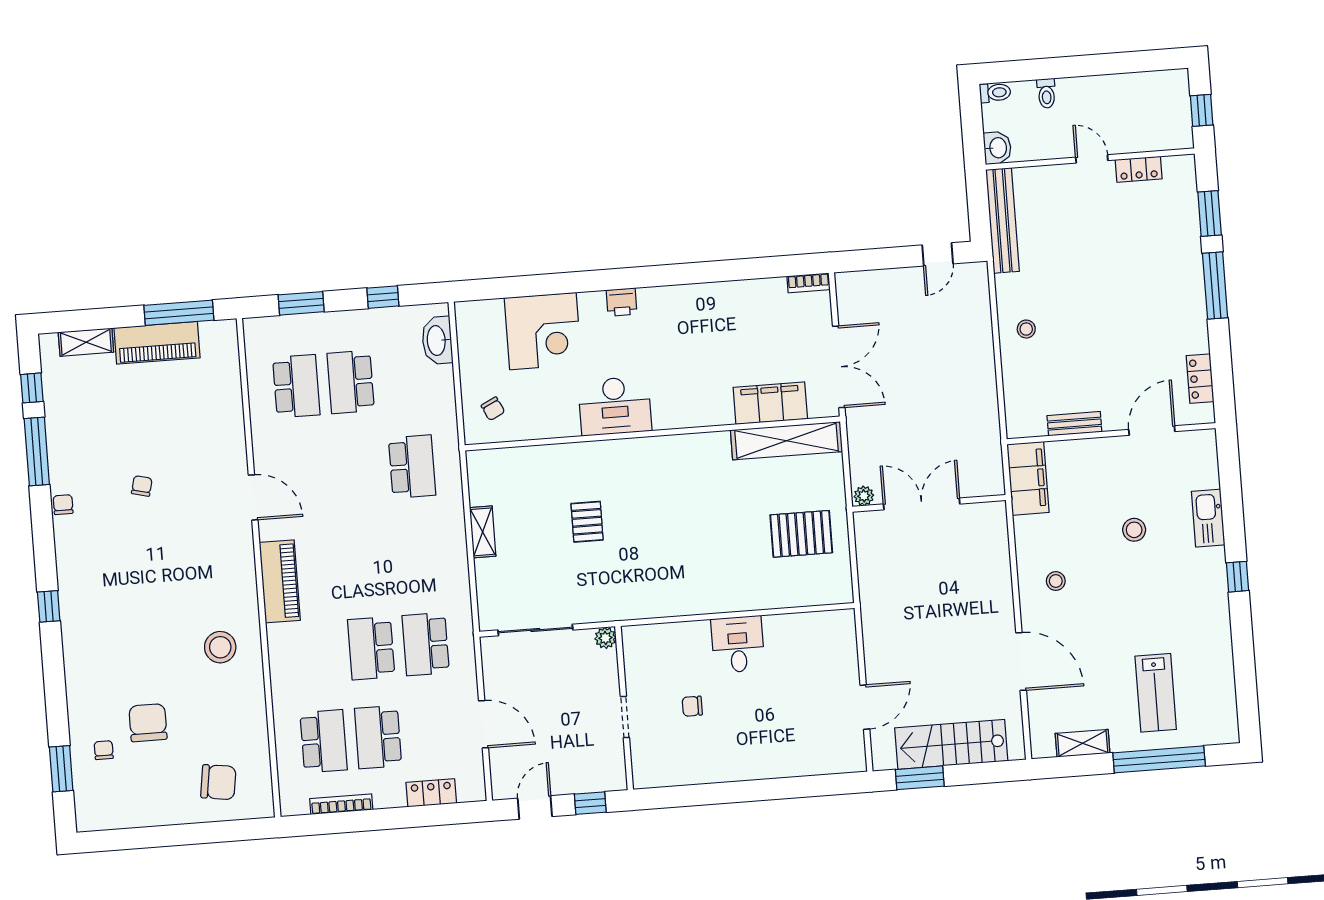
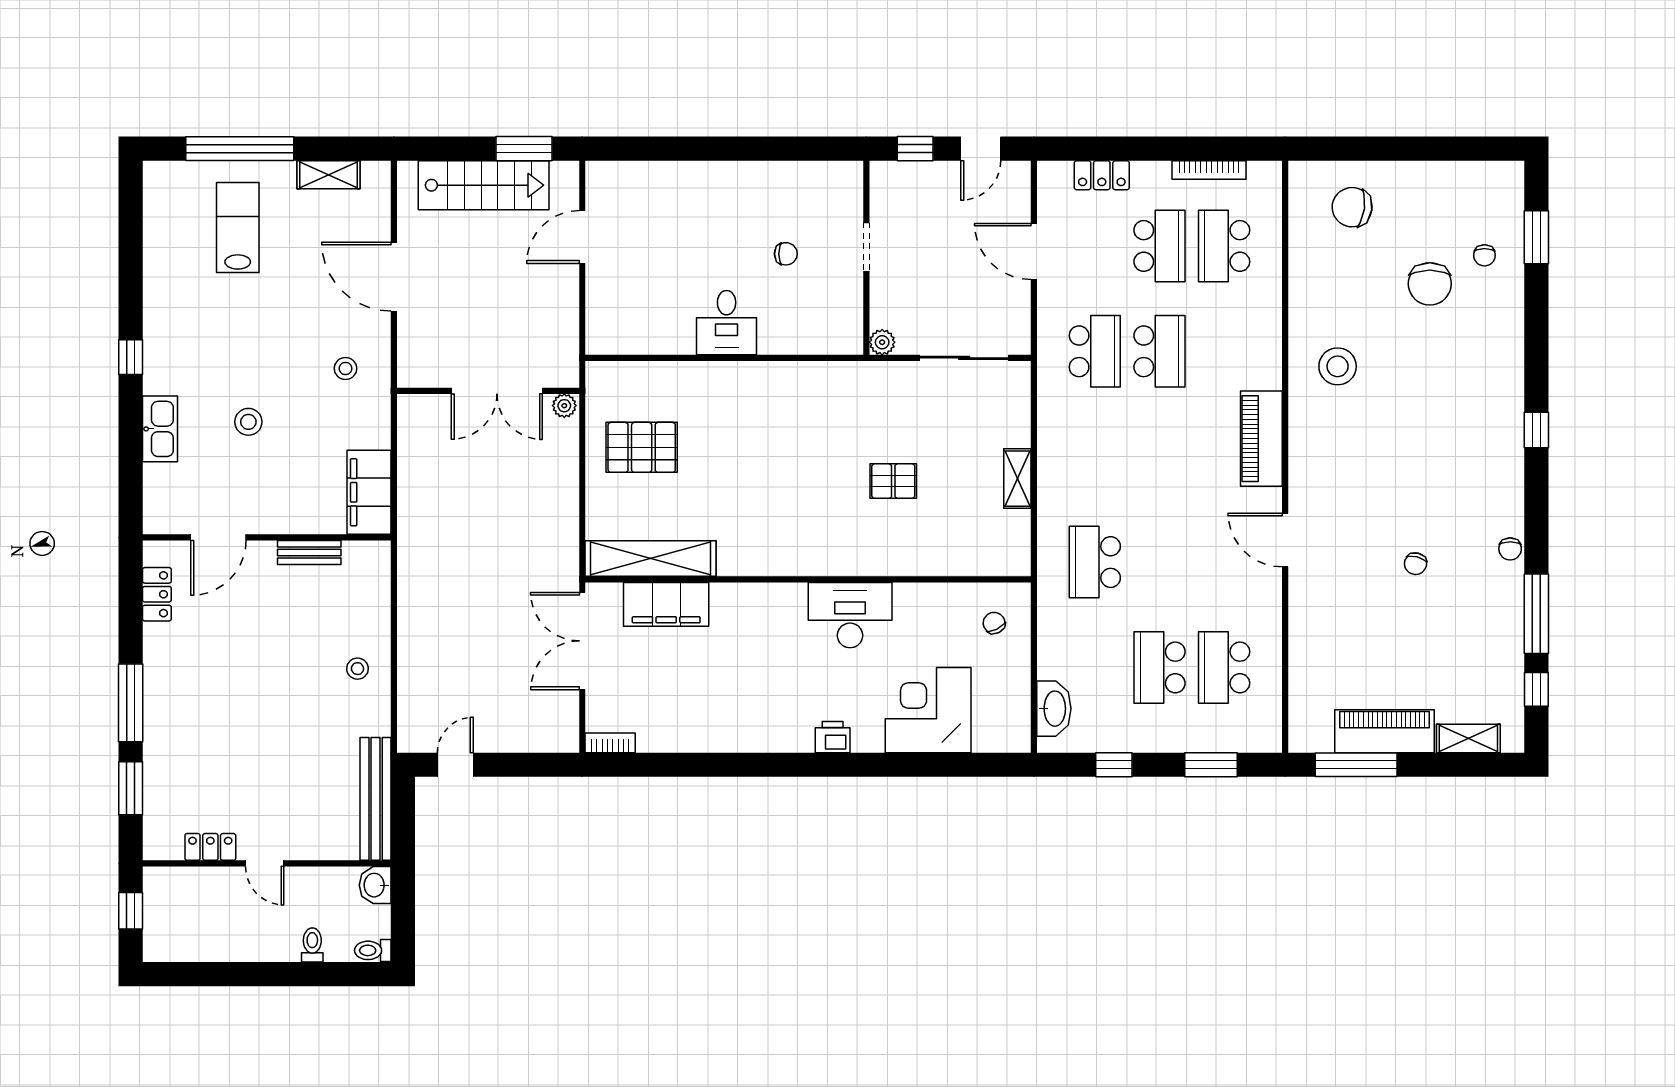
school desk: (351, 382) -> (1159, 667), turned 180
plant: (864, 496) -> (564, 406), moved
wall: (929, 503) -> (488, 391), moved
double door: (922, 504) -> (497, 391), moved
pallet: (587, 522) -> (893, 481), turned 90

